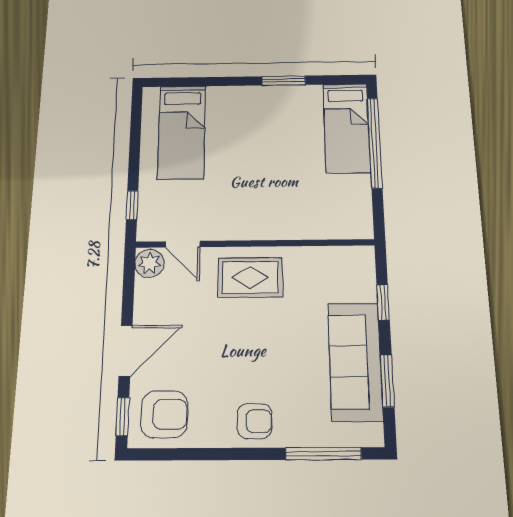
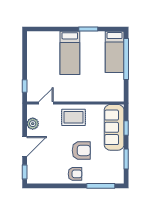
bed: (182, 132) -> (70, 53), moved
door: (183, 244) -> (46, 103), swing flipped
plant: (150, 263) -> (33, 124), moved
sofa: (355, 361) -> (114, 127), moved
armchair: (164, 414) -> (81, 150), moved

